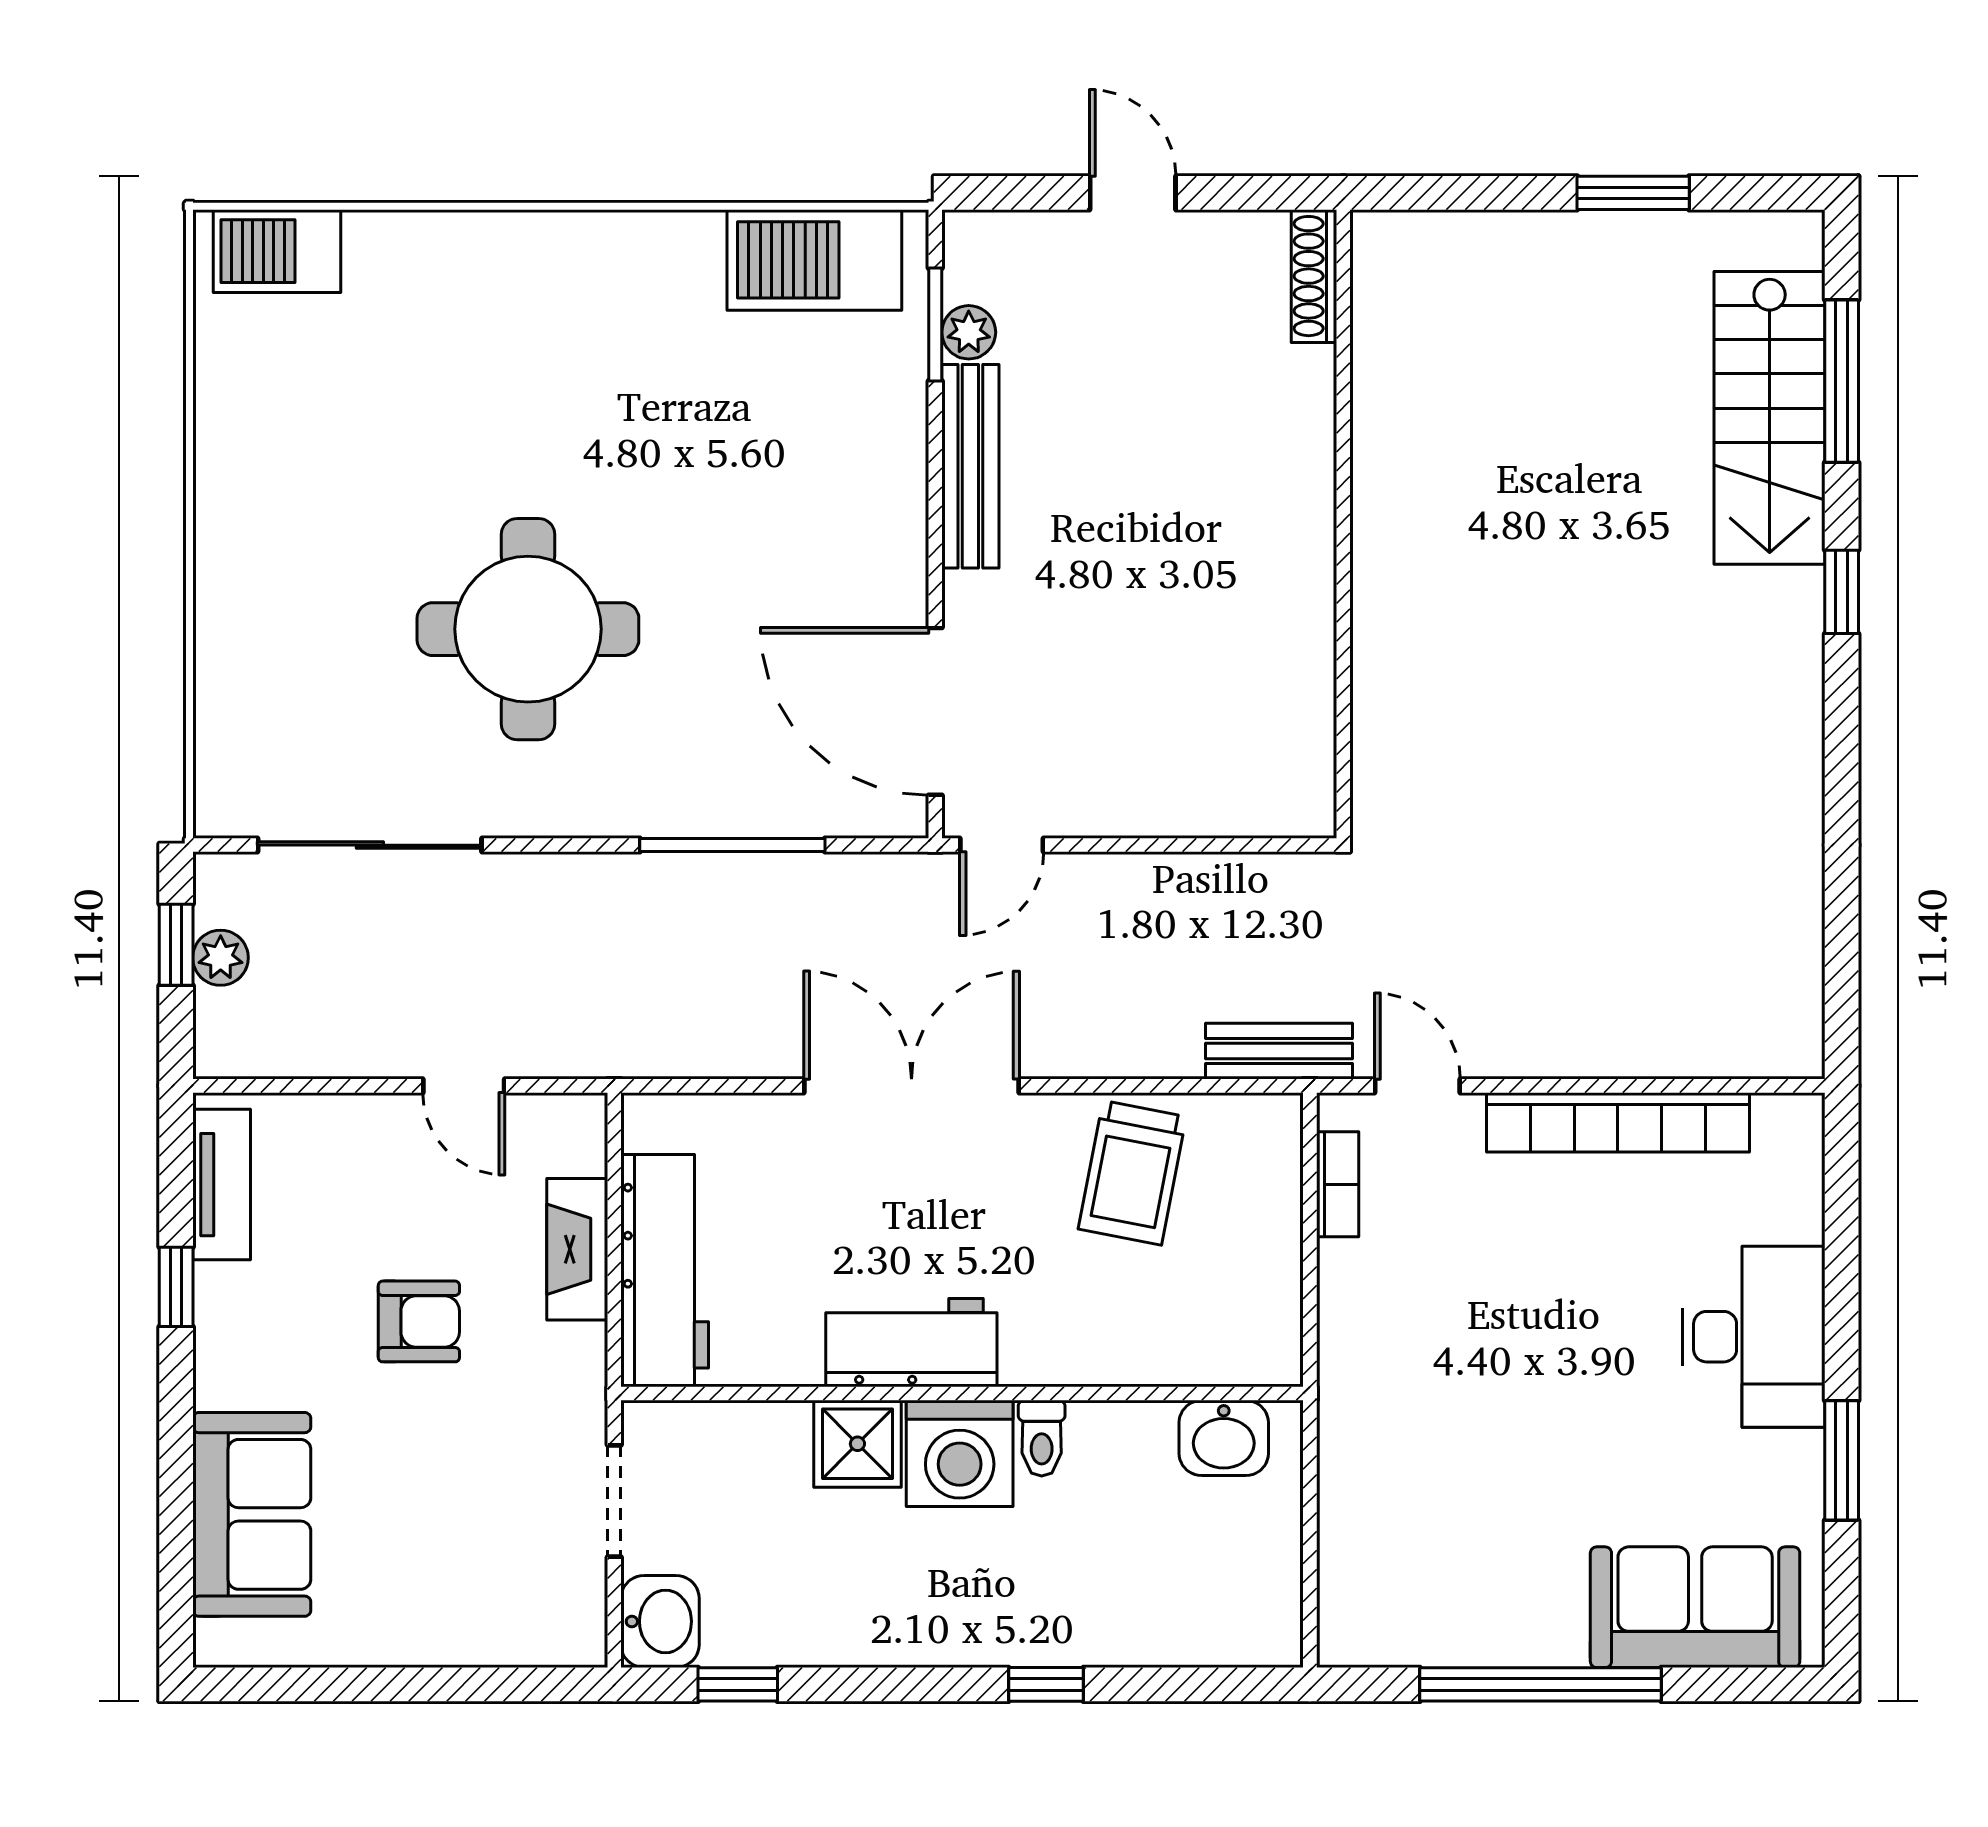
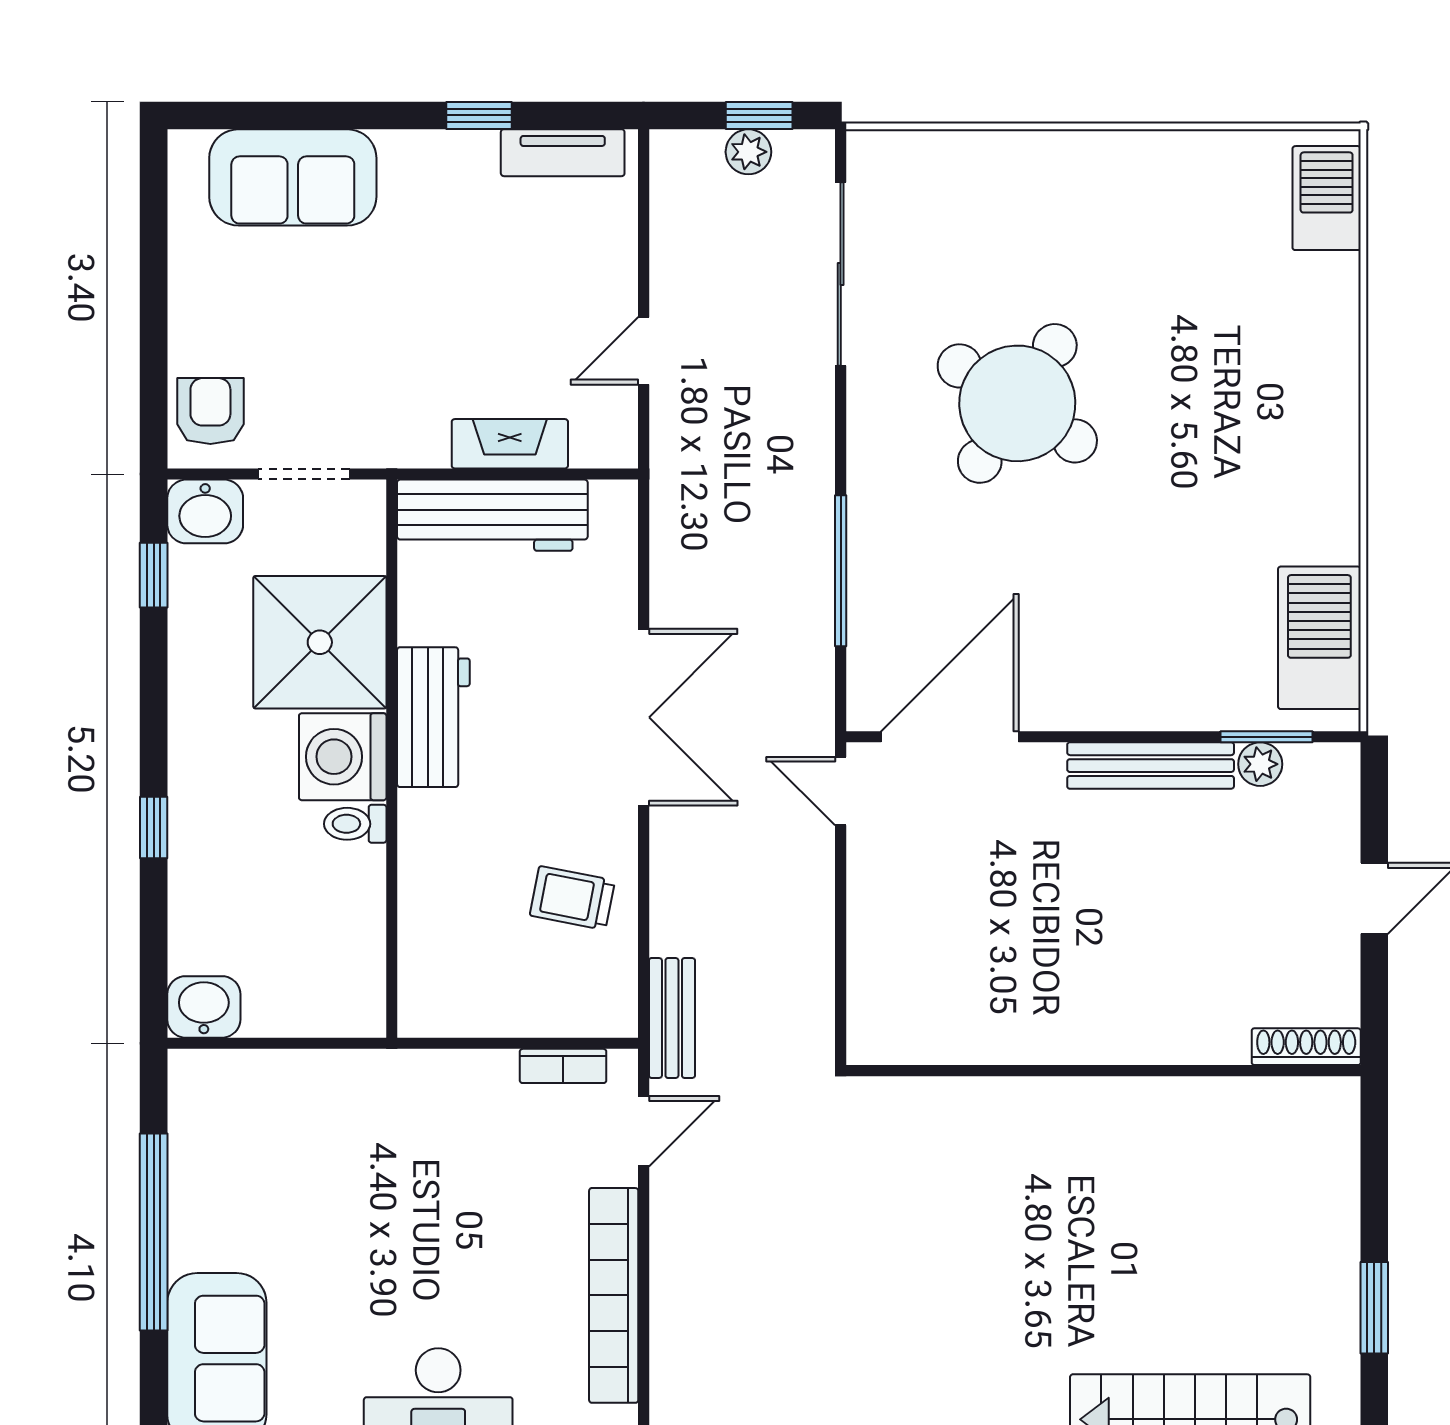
round table: (528, 629) -> (1017, 403), turned 33
trolley: (1132, 1173) -> (572, 898), width x0.73, depth x0.72
armchair: (419, 1321) -> (210, 411), moved, turned 180
washbasin: (1224, 1438) -> (204, 1007), moved, turned 90
shower: (857, 1444) -> (320, 642), width x1.86, depth x1.86

